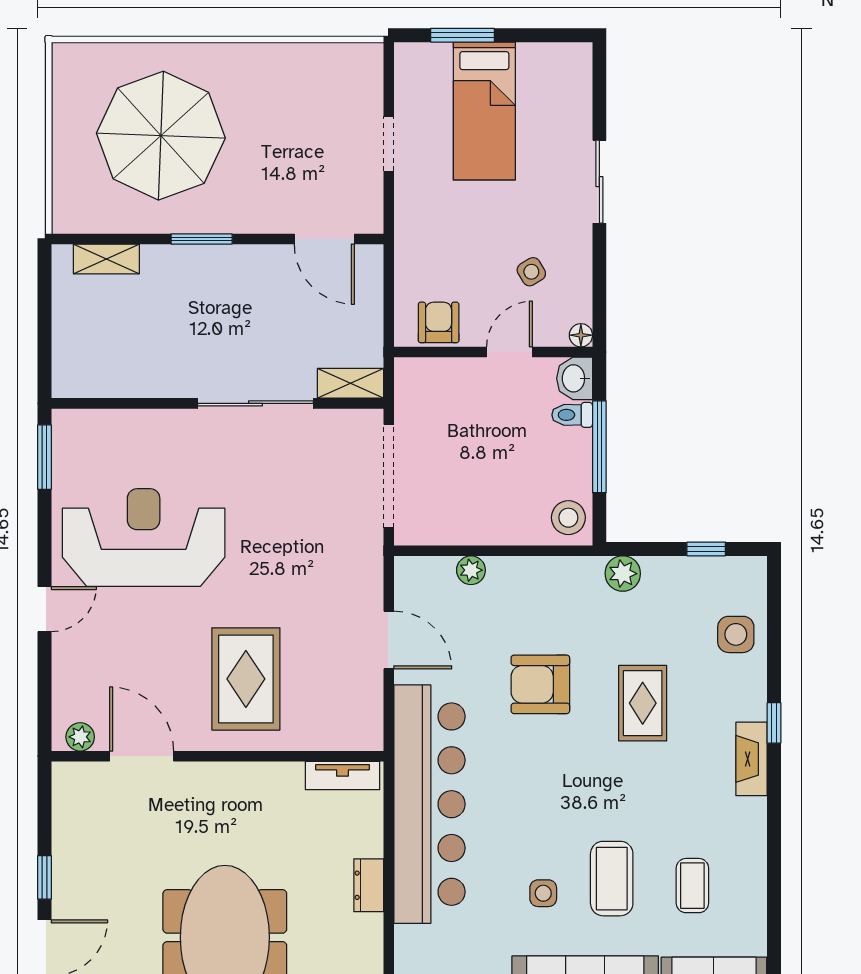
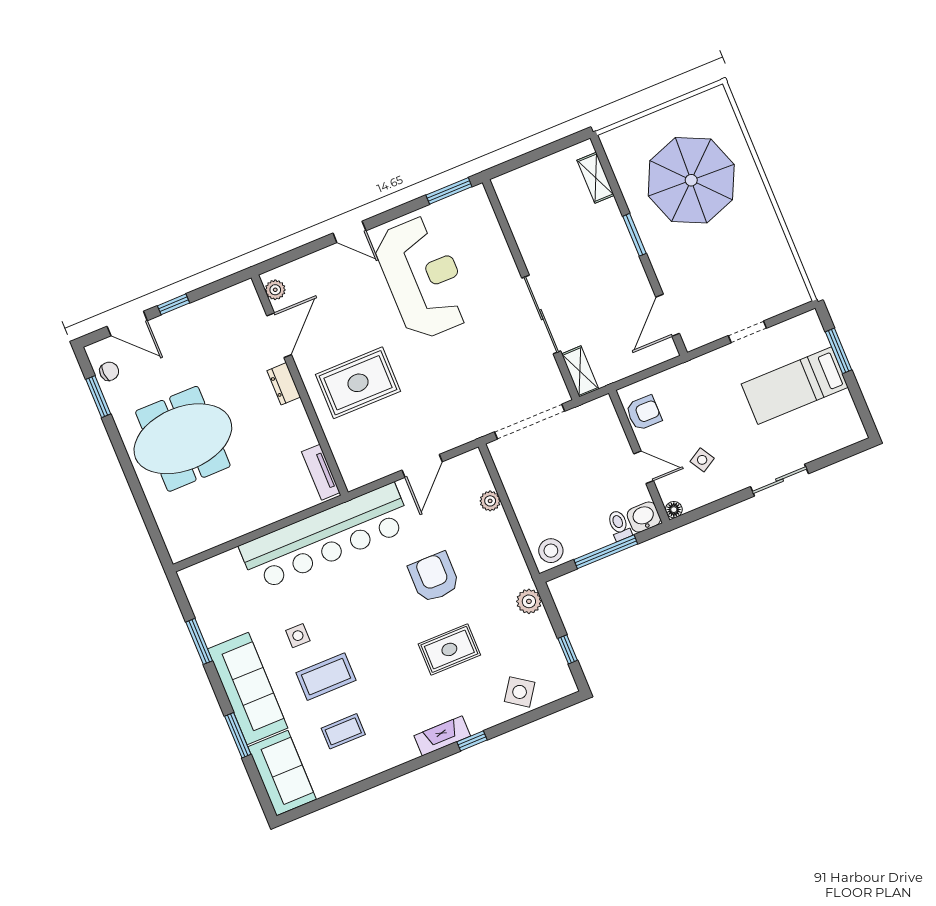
side table: (736, 634) -> (520, 692), turned 35
dresser: (369, 885) -> (284, 384), moved, turned -90

